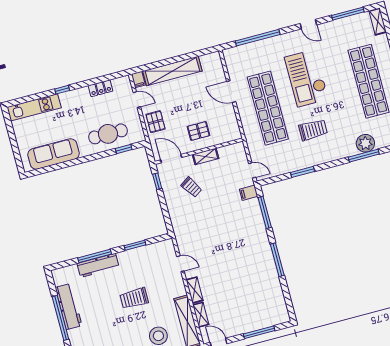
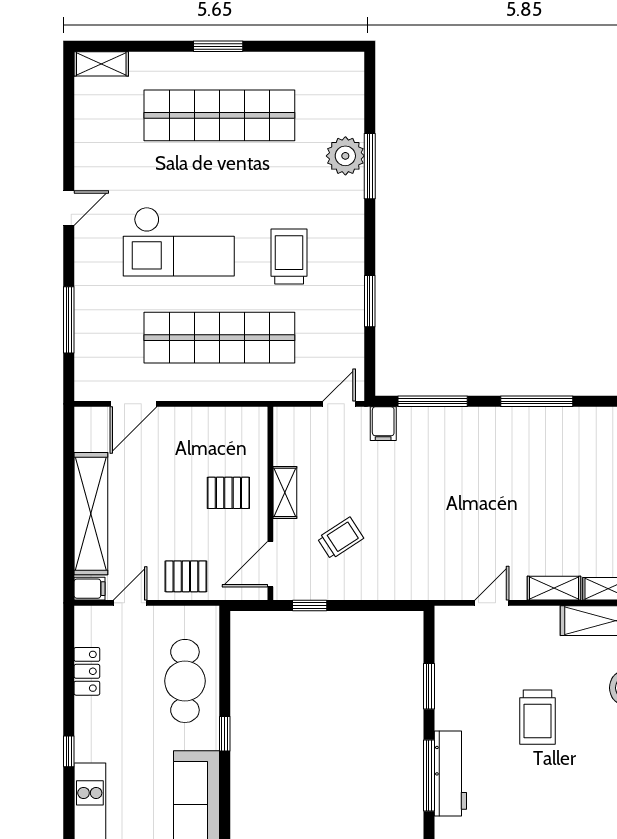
window: (348, 14) -> (69, 121), removed
window: (258, 38) -> (69, 320), width x0.68
door: (231, 92) -> (133, 404), moved
pallet: (199, 131) -> (228, 493), turned 90
window: (124, 149) -> (225, 734), moved

